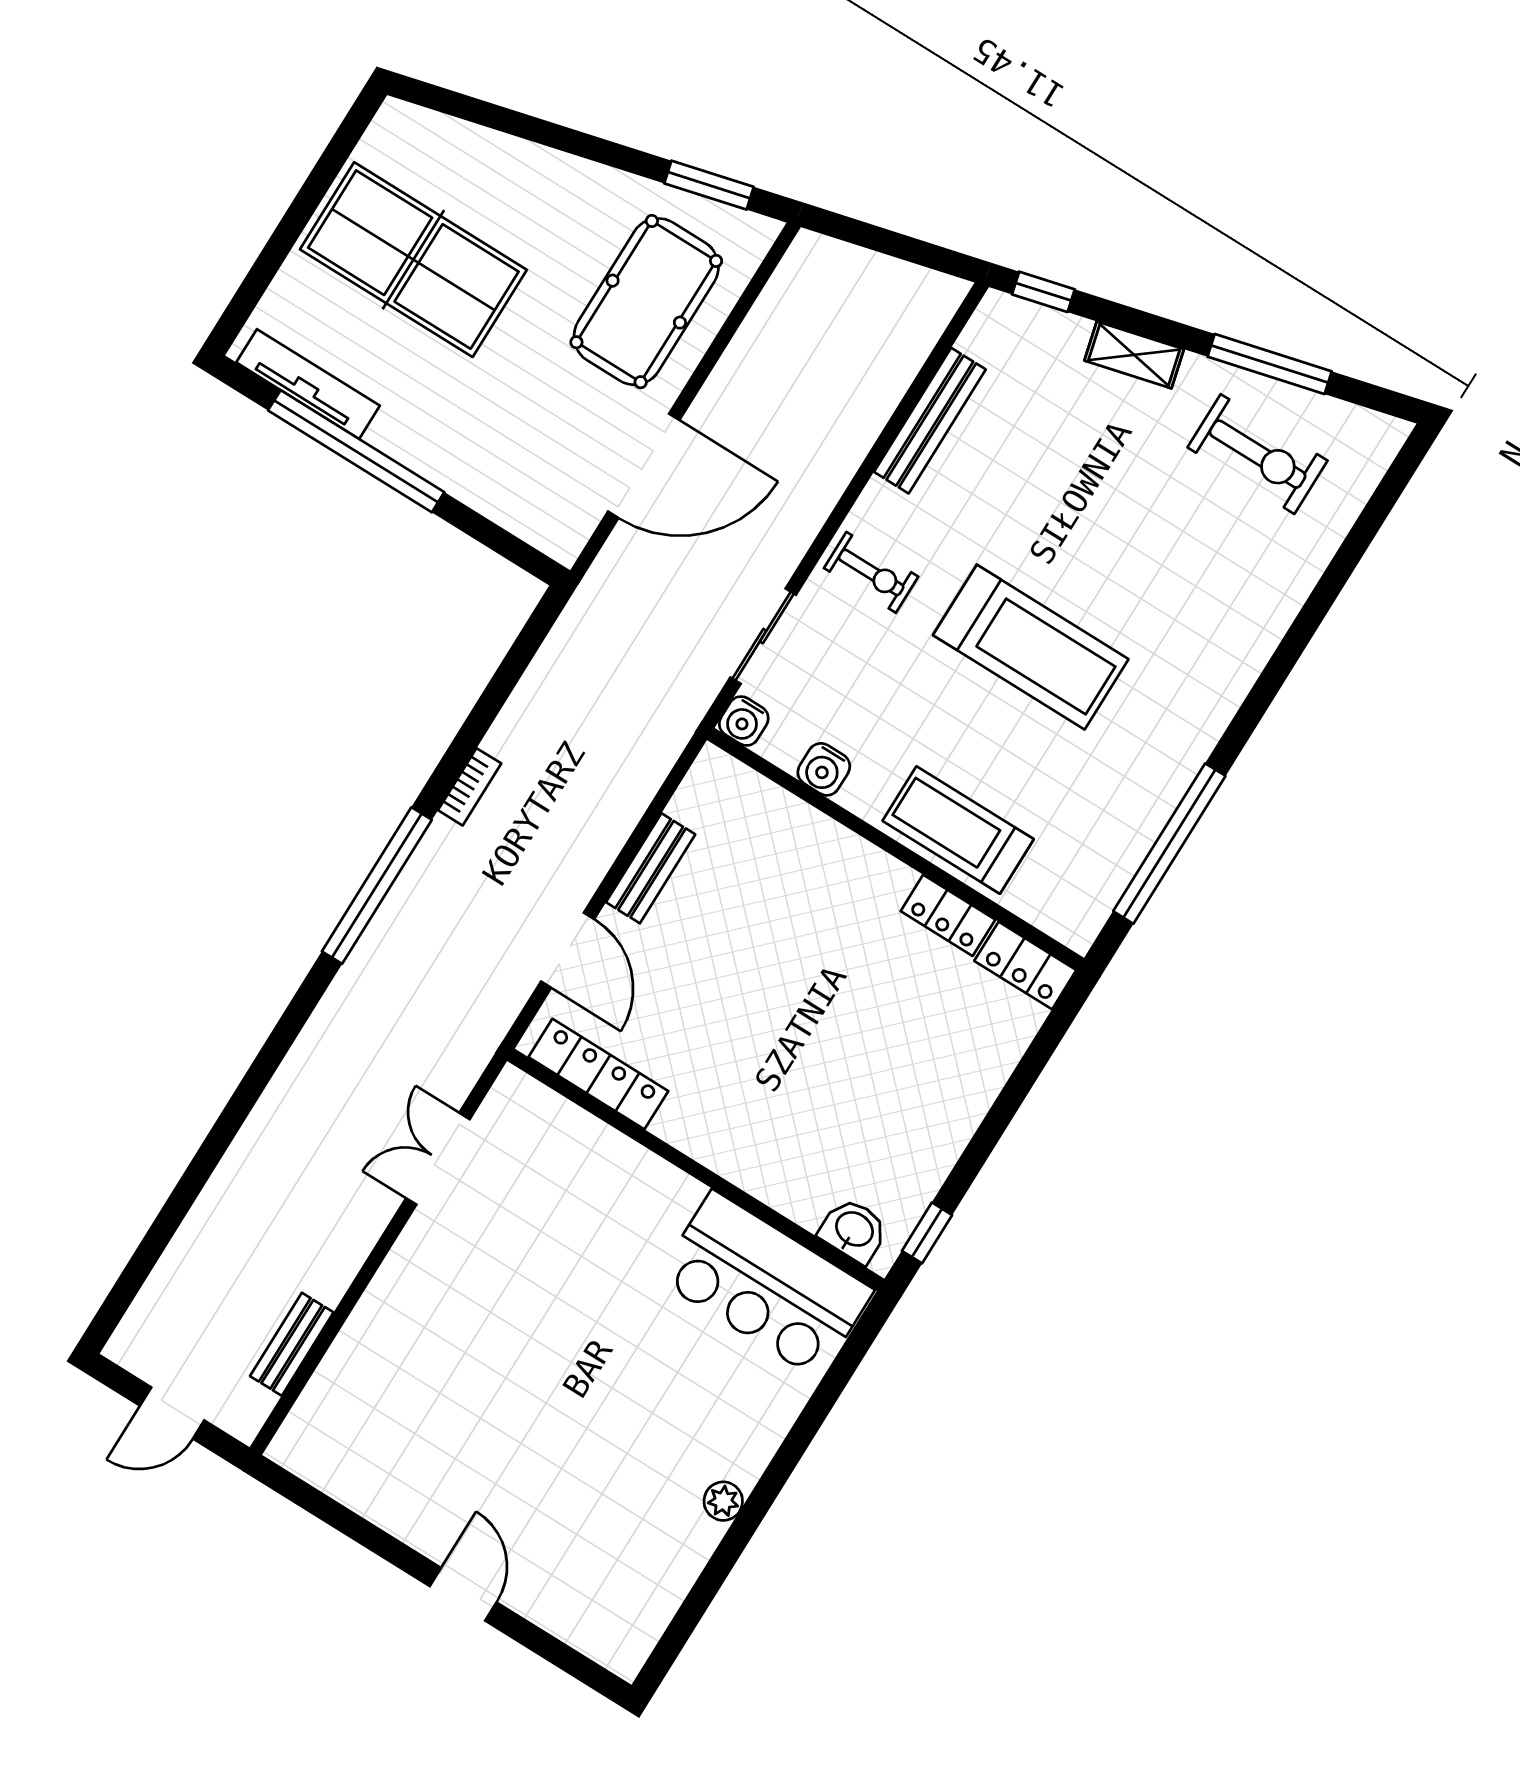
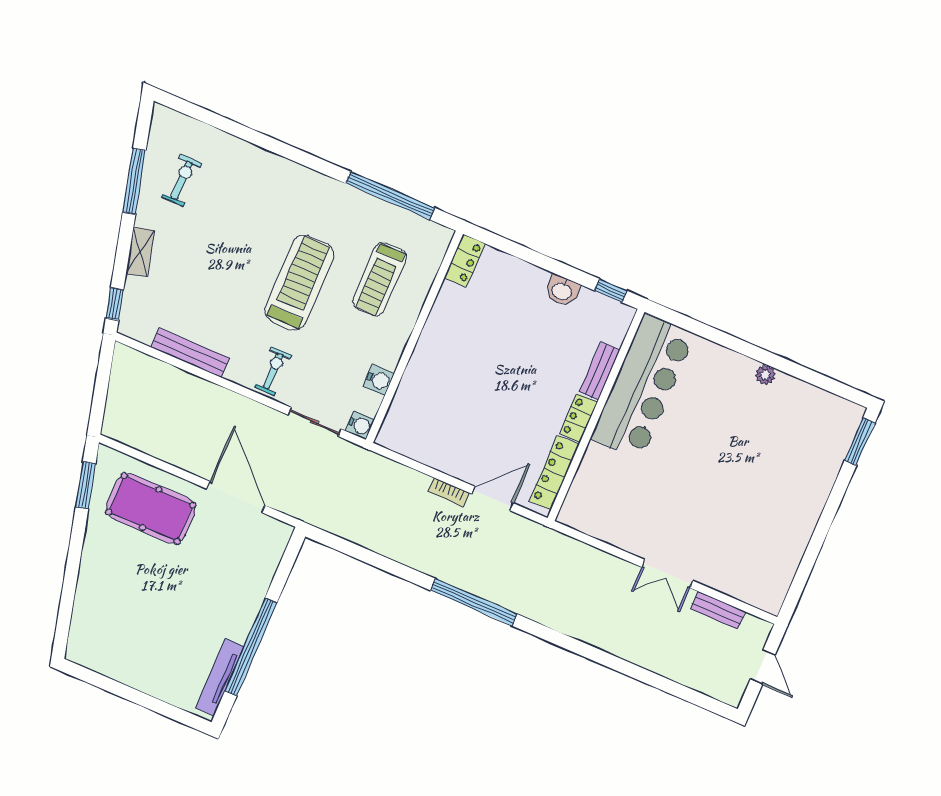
table tennis table: (413, 260) -> (147, 632), removed
exercise bike: (1258, 454) -> (182, 180), width x0.73, depth x0.72
bookcase: (470, 787) -> (448, 492), moved, turned 180
treadmill: (958, 830) -> (379, 279), moved
bench: (651, 868) -> (600, 371), moved, turned 90
locker: (948, 915) -> (578, 418), moved, turned 180
double door: (438, 1159) -> (667, 574), moved
washbasin: (854, 1230) -> (562, 291), moved, turned -90
bar counter: (765, 1285) -> (643, 387), width x1.36
door: (463, 1594) -> (834, 502), removed
window: (570, 1661) -> (860, 442), added

